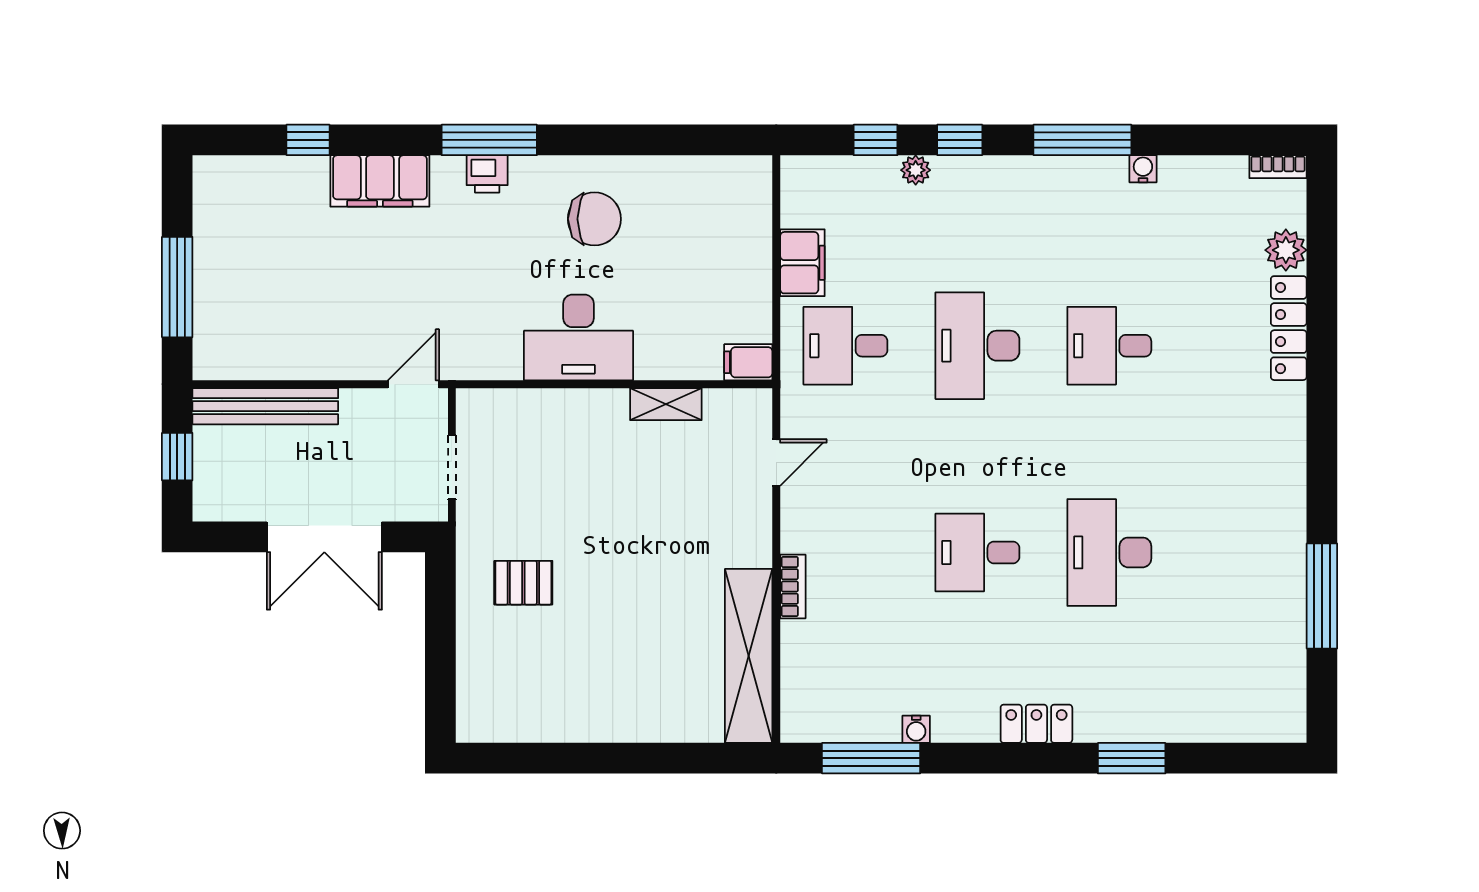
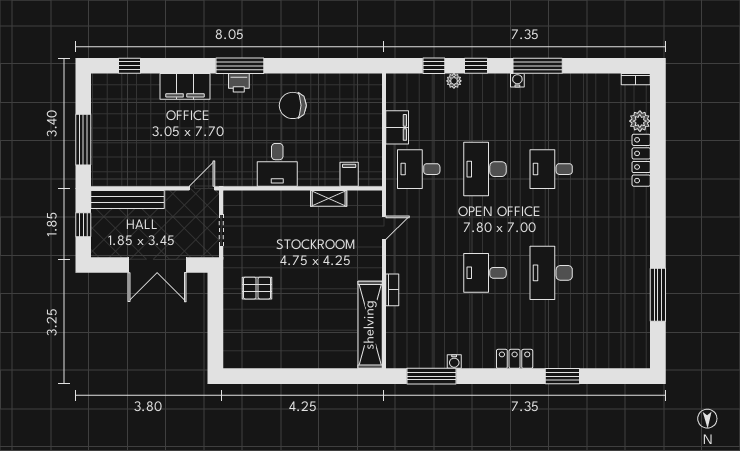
window: (308, 140) -> (129, 66), moved
water cooler: (1143, 169) -> (517, 80), moved
chair: (594, 219) -> (293, 105), turned 180
desk: (578, 337) -> (277, 165), width x0.73
filing cabinet: (748, 362) -> (349, 174), moved, turned 90

